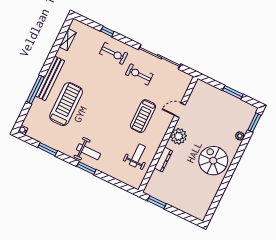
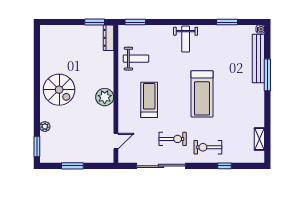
bench: (50, 78) -> (258, 58), moved
treadmill: (66, 104) -> (202, 94), moved
door: (180, 110) -> (116, 141), moved
weight bench: (89, 152) -> (186, 39), turned -90
weight bench: (137, 155) -> (136, 59), turned -90
dresser: (163, 160) -> (108, 38), moved
window: (86, 168) -> (135, 22), moved

